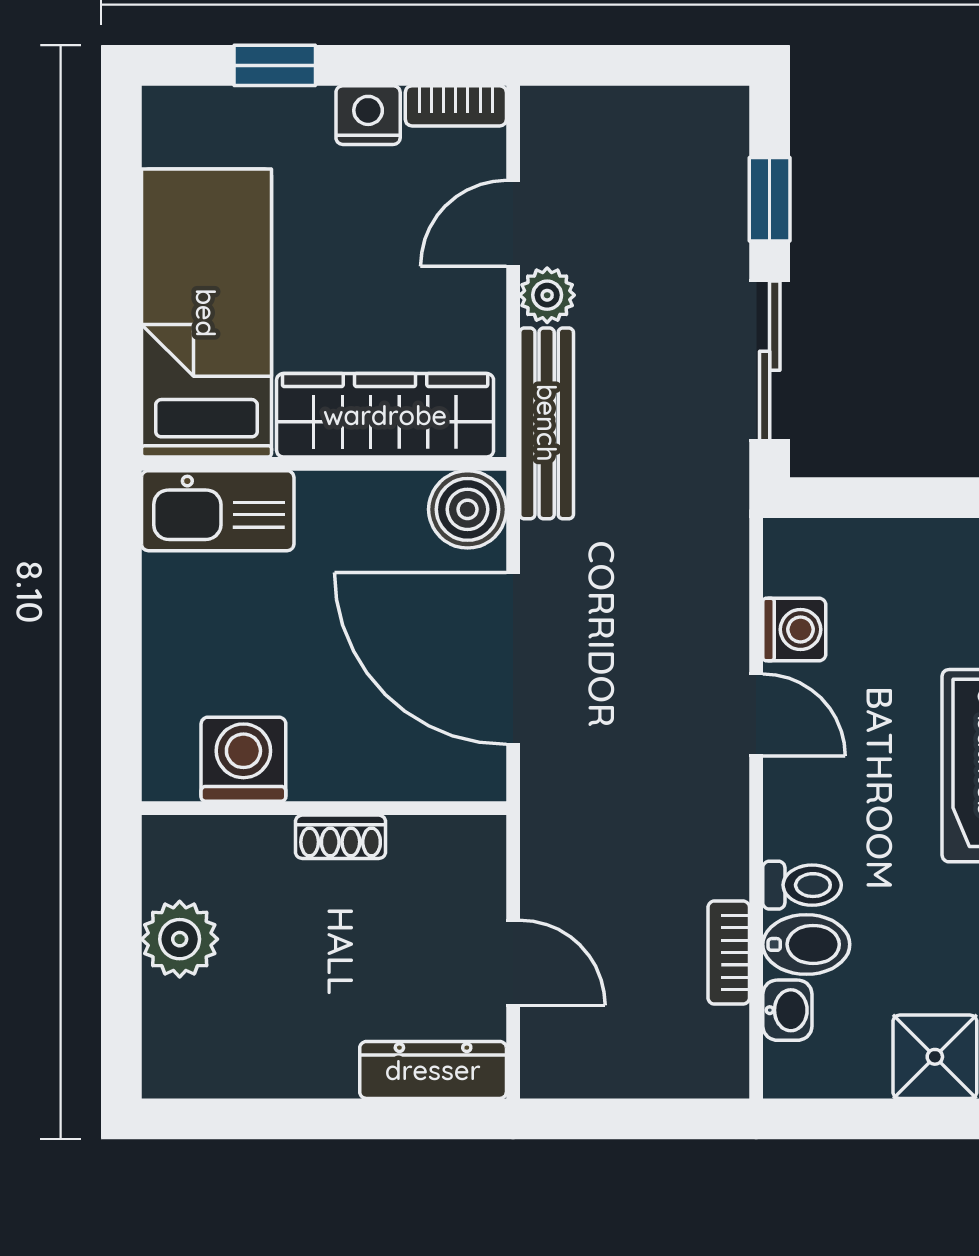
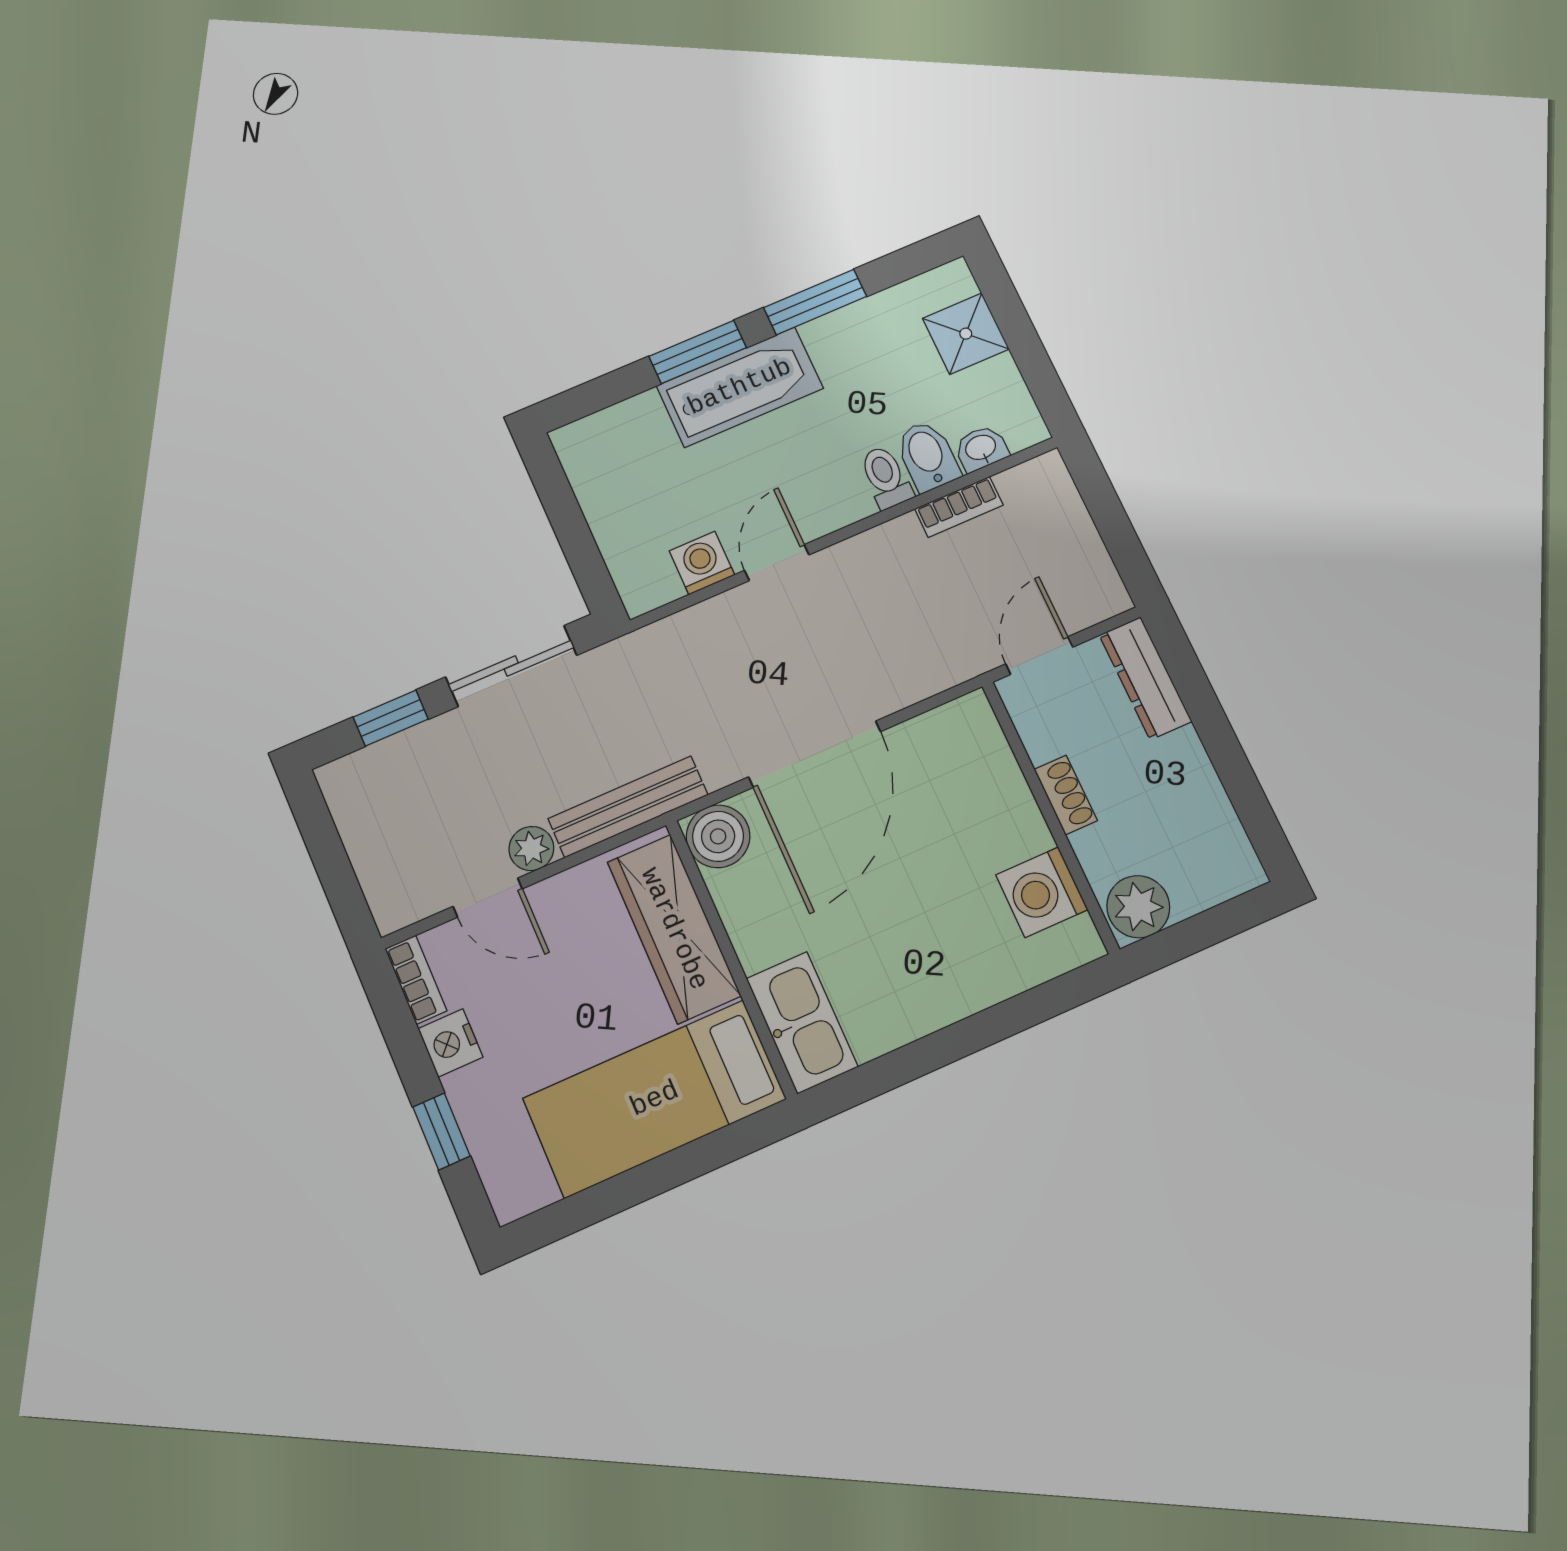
washing machine: (243, 759) -> (1042, 892), moved
wall: (324, 808) -> (1050, 816), moved
shoe rack: (341, 837) -> (1066, 795), moved

